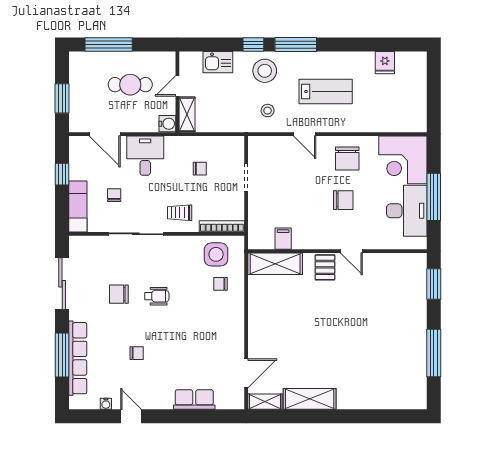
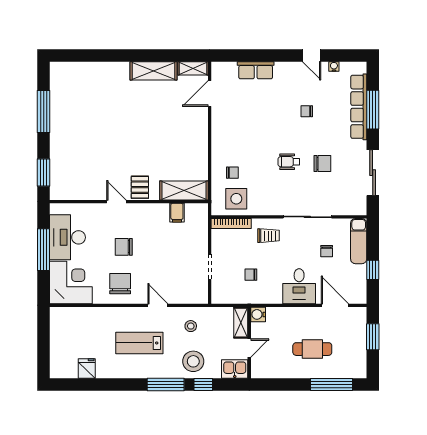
door: (177, 86) -> (249, 348), moved
wall: (177, 92) -> (249, 343), moved
shelving: (187, 114) -> (241, 323), moved
water cooler: (167, 124) -> (258, 314), moved

